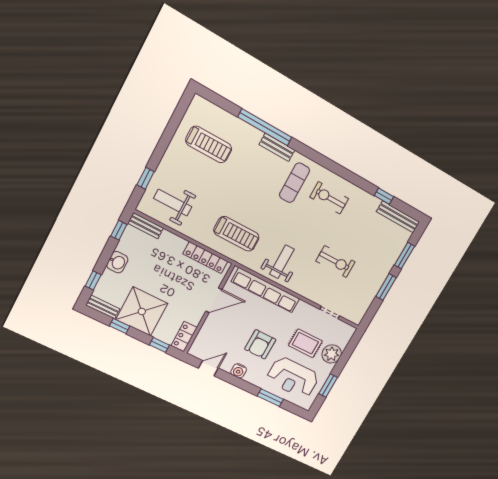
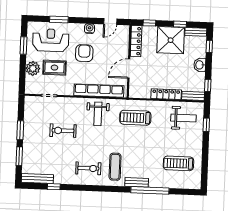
locker: (205, 258) -> (166, 94), moved
locker: (184, 337) -> (136, 41), width x1.53

